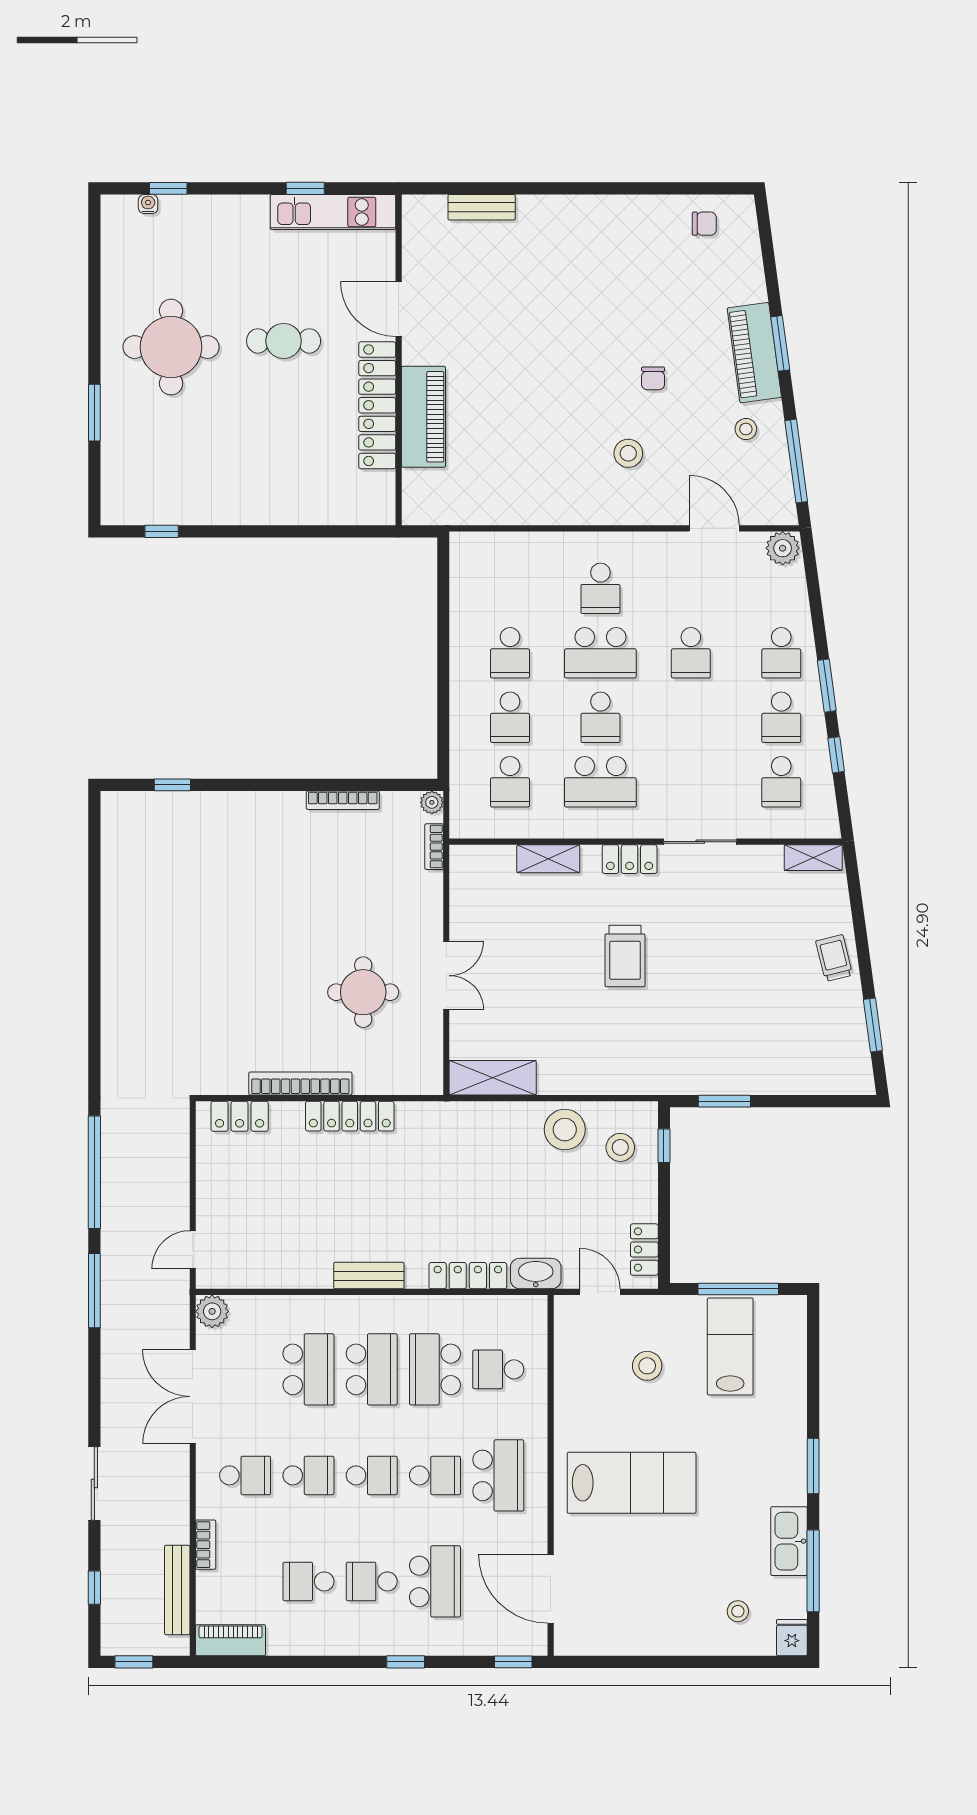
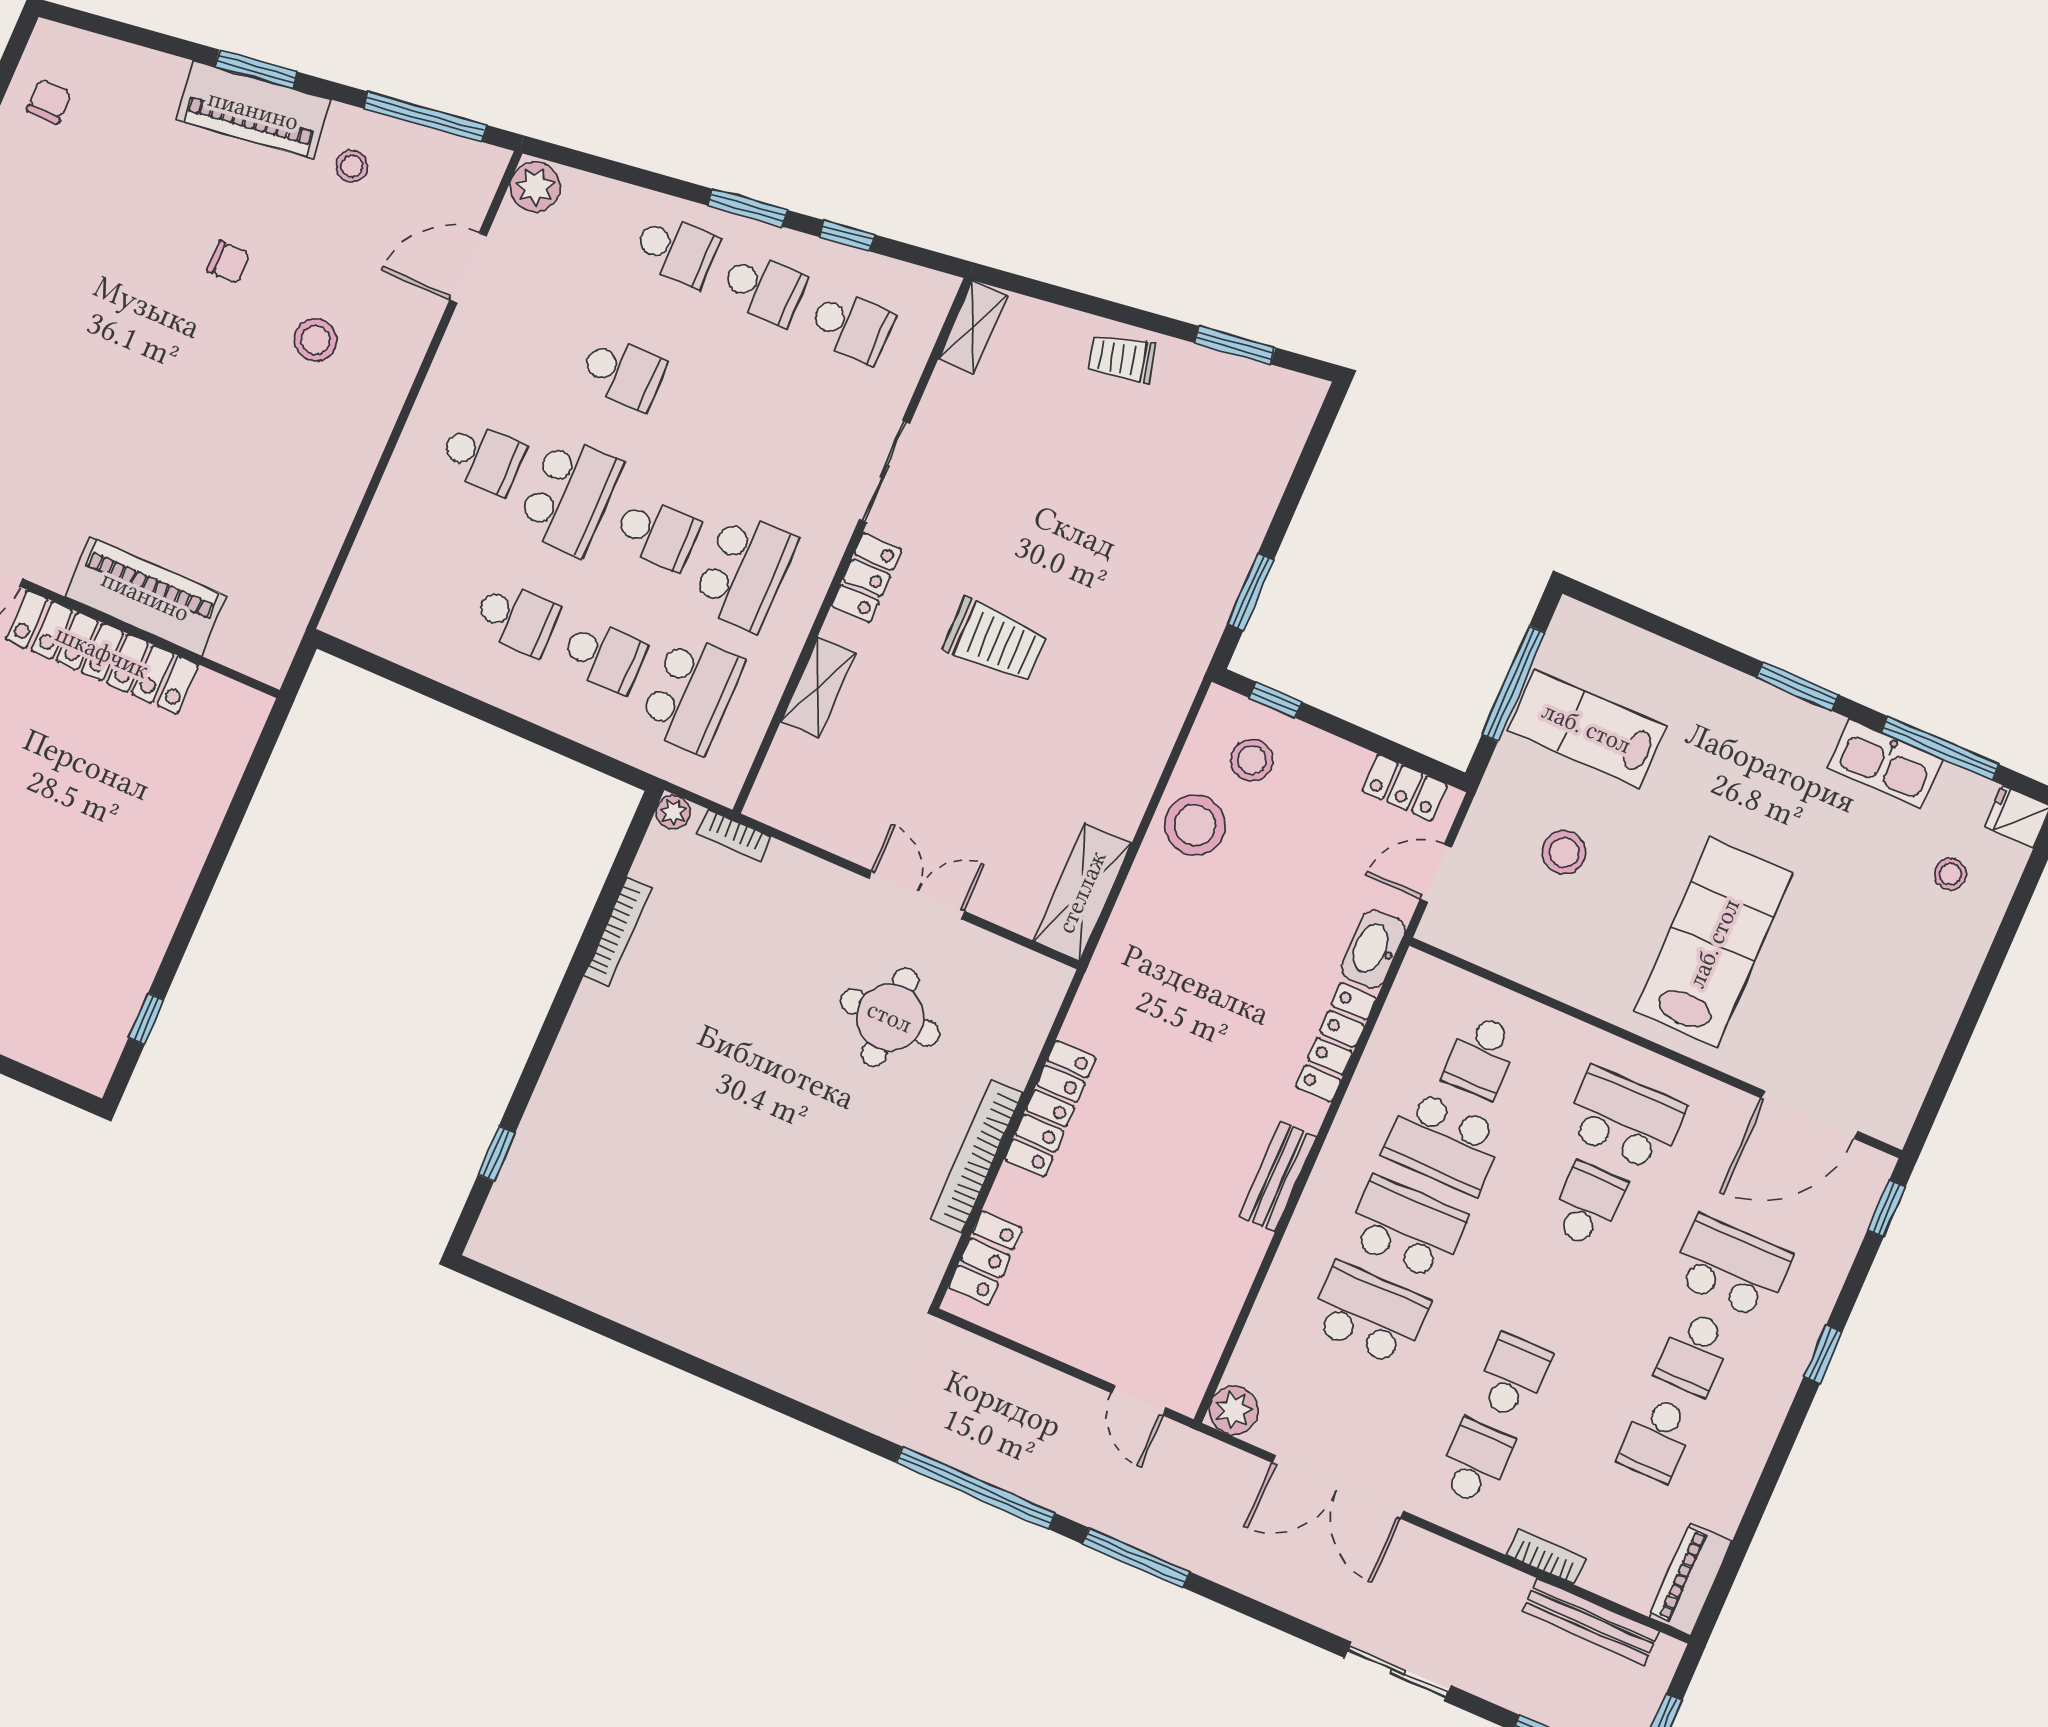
school desk: (510, 782) -> (691, 694), width x1.85
school desk: (372, 1475) -> (1550, 1291), removed

